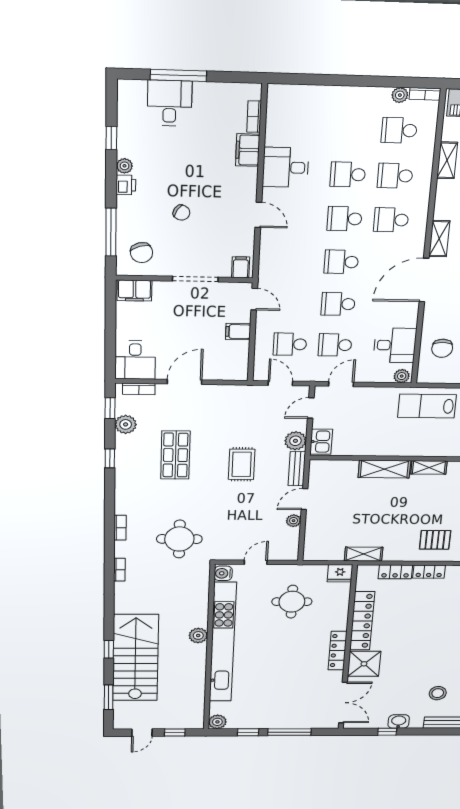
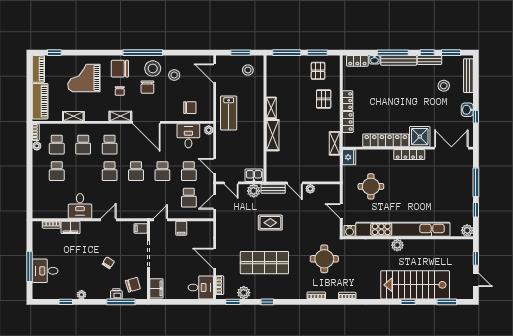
school desk: (348, 174) -> (57, 171), moved
printer: (126, 185) -> (116, 294), moved
shop shelf: (175, 455) -> (264, 263), width x1.43, depth x1.36

